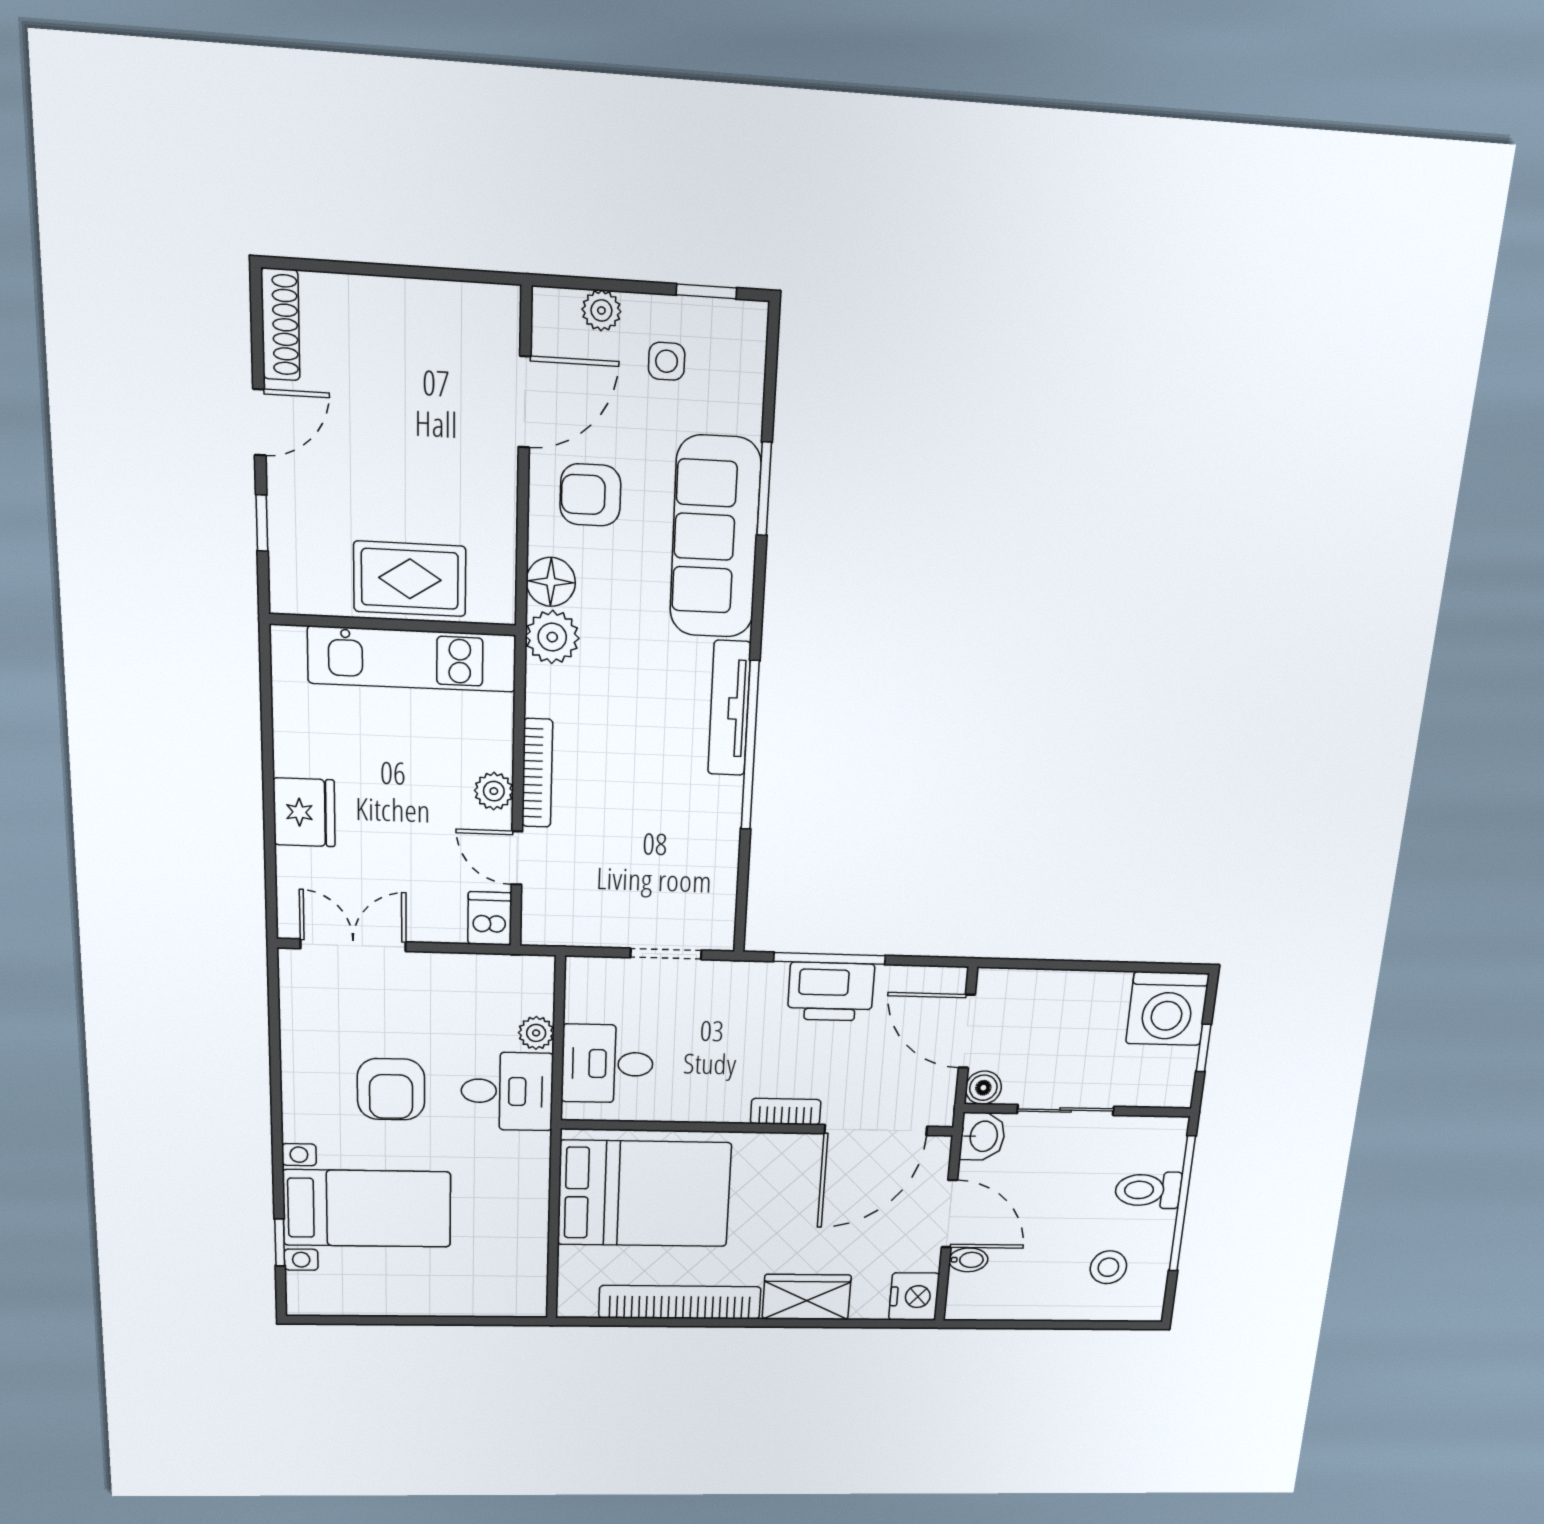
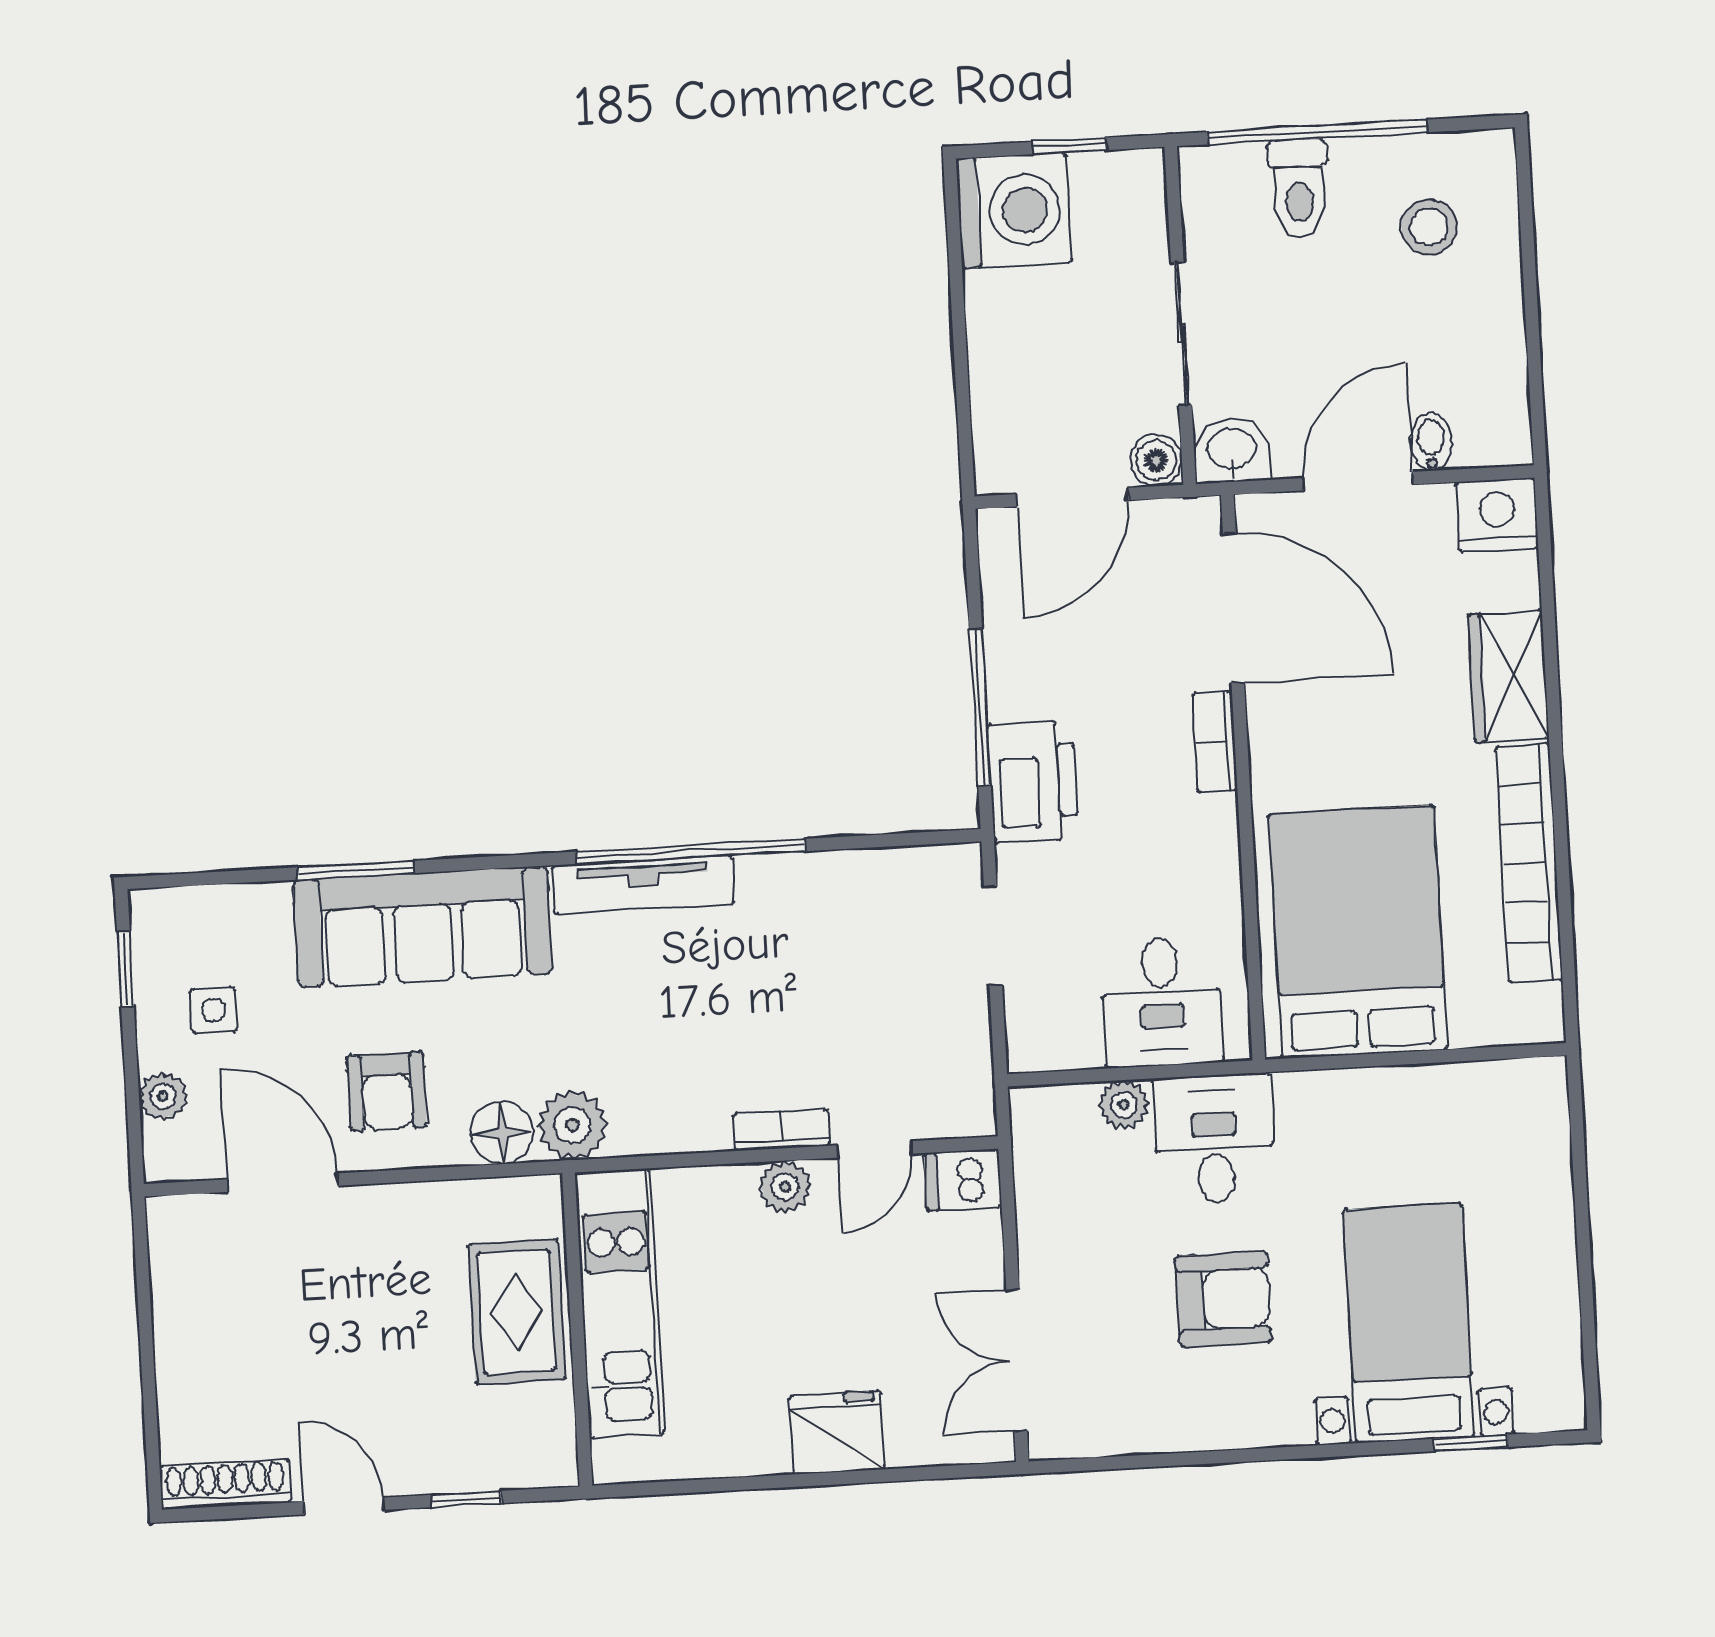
bookcase: (537, 773) -> (781, 1130), width x0.64
printer: (831, 992) -> (1033, 781), moved

